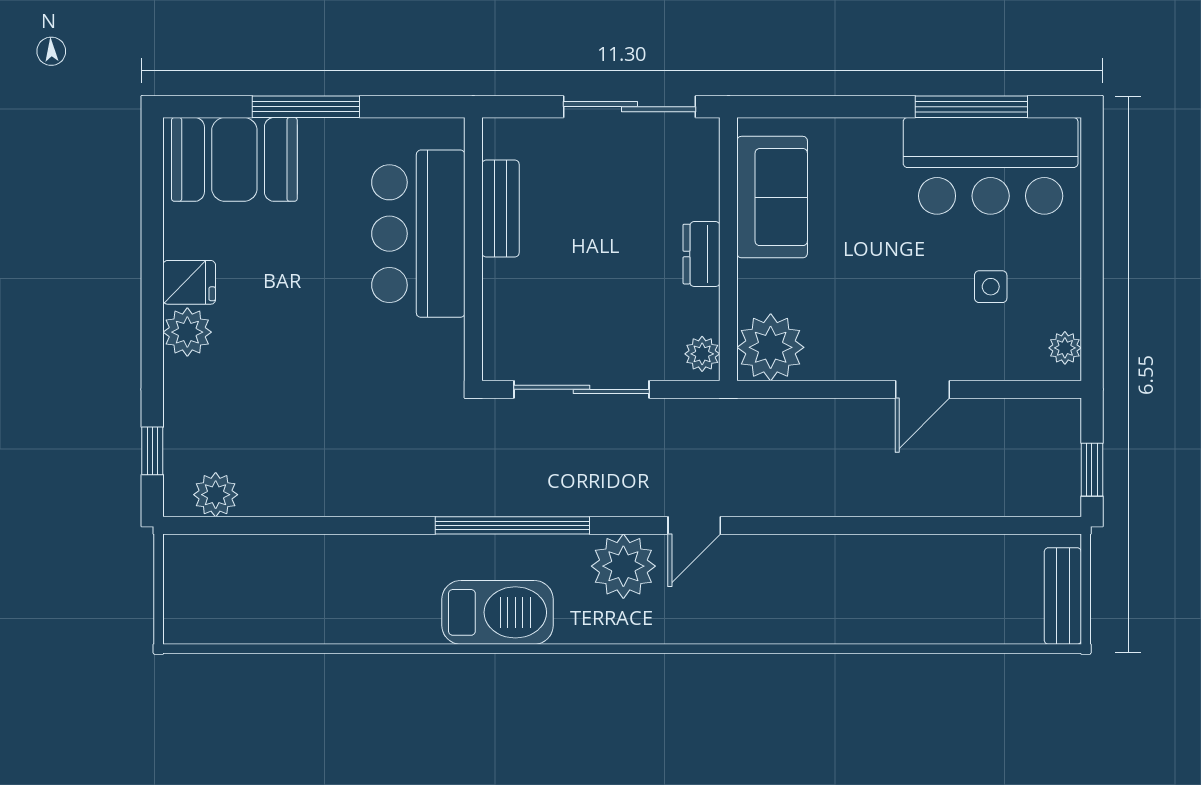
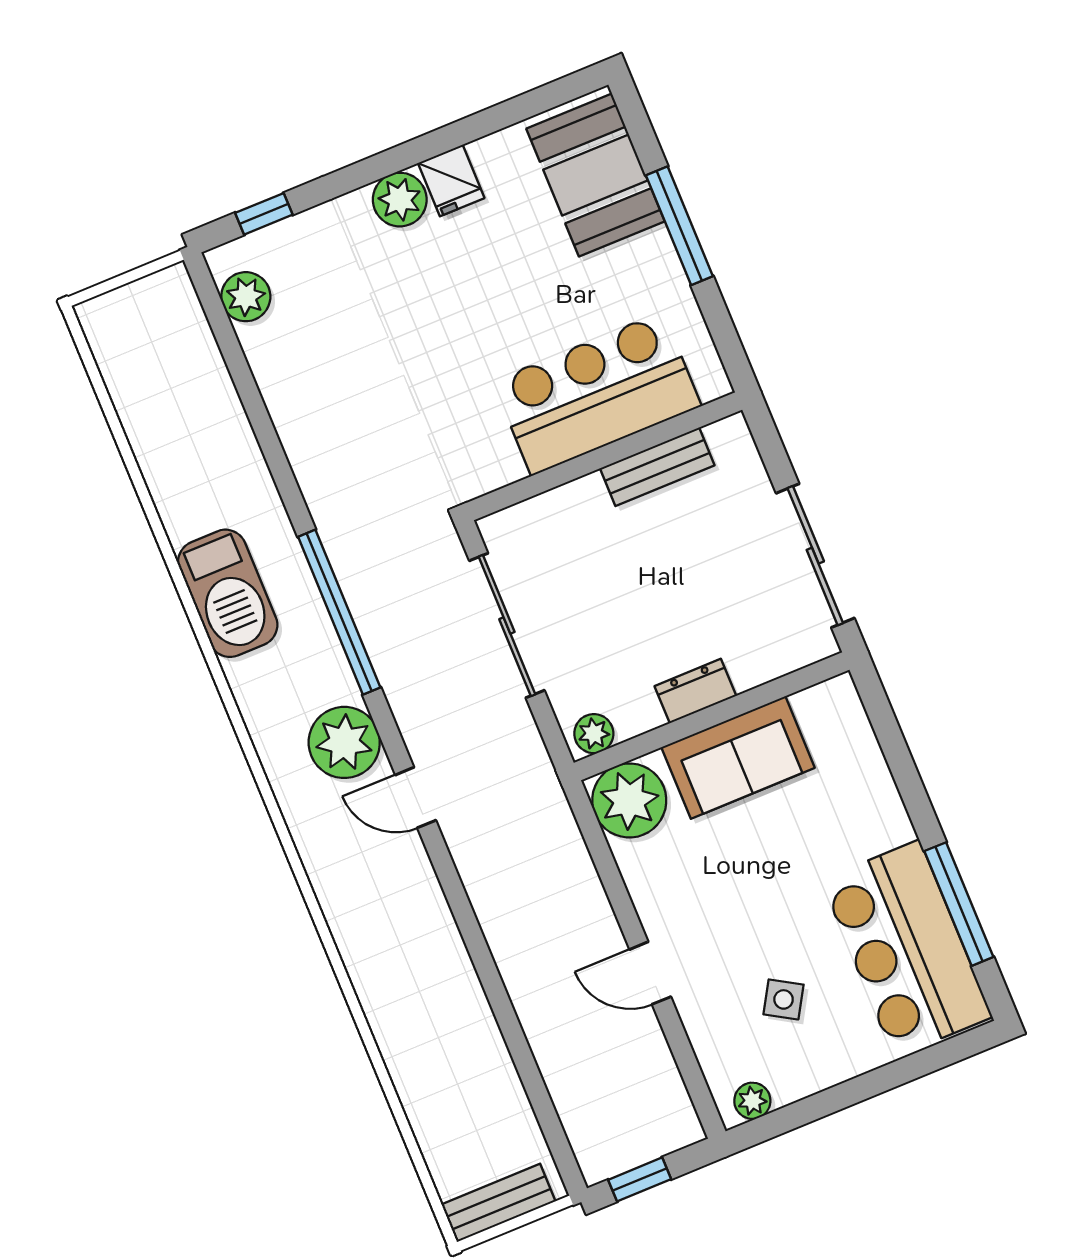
sofa: (772, 197) -> (738, 758), moved
side table: (991, 287) -> (784, 999), turned 31
barbecue: (497, 612) -> (228, 593), moved

